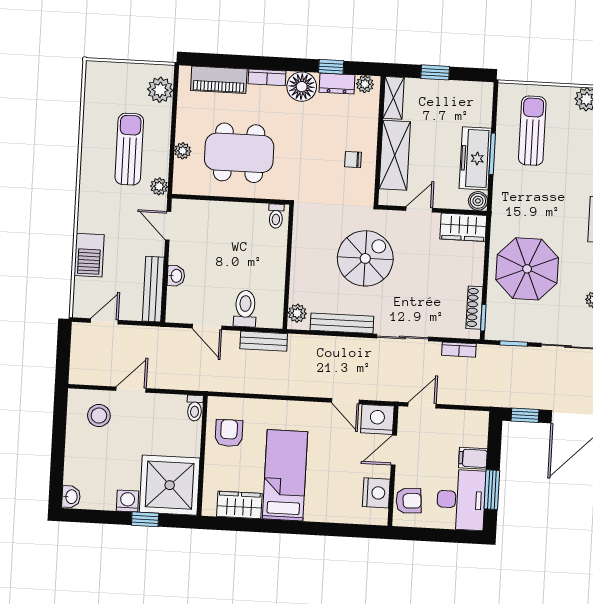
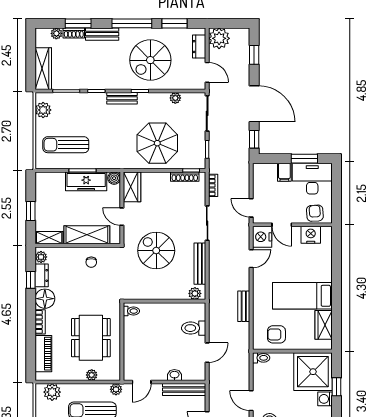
bench: (264, 341) -> (244, 306), moved

